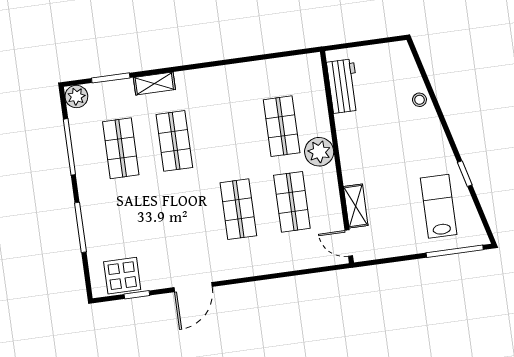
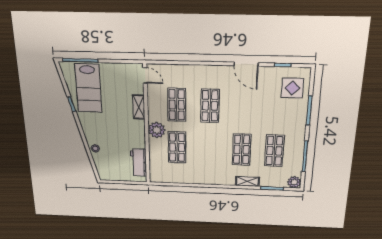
shelving: (356, 206) -> (139, 107), moved
lab bench: (439, 206) -> (88, 88), width x1.36, depth x1.39
display table: (122, 276) -> (292, 88), moved
door: (193, 287) -> (246, 64), swing flipped

